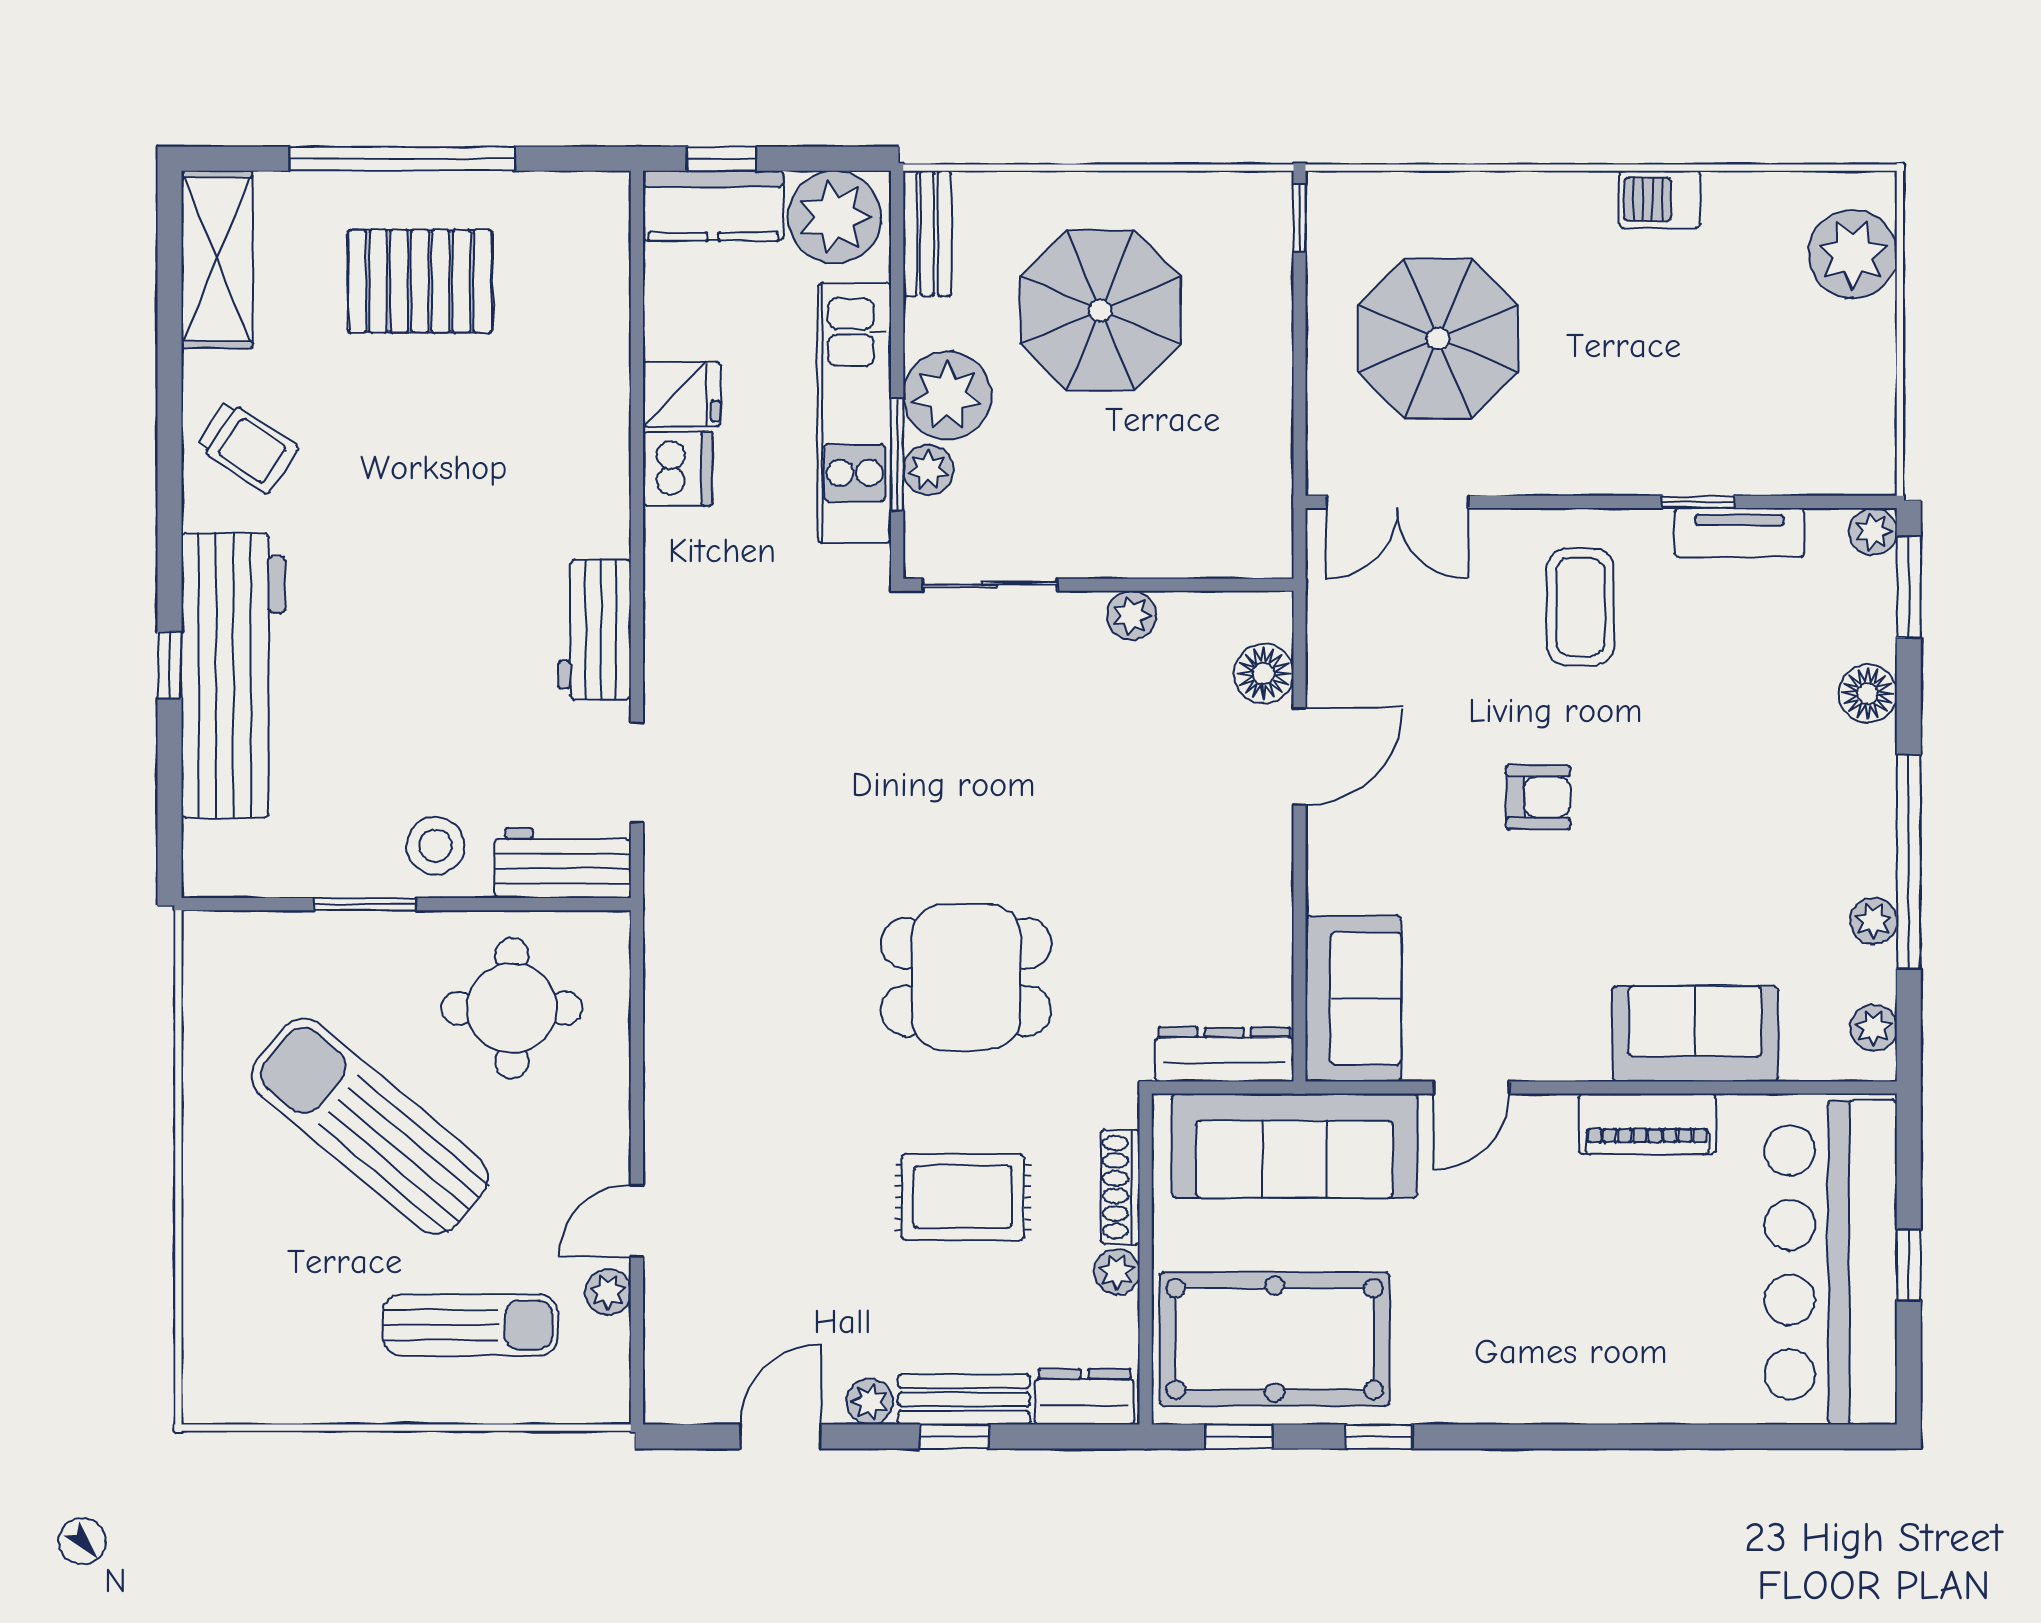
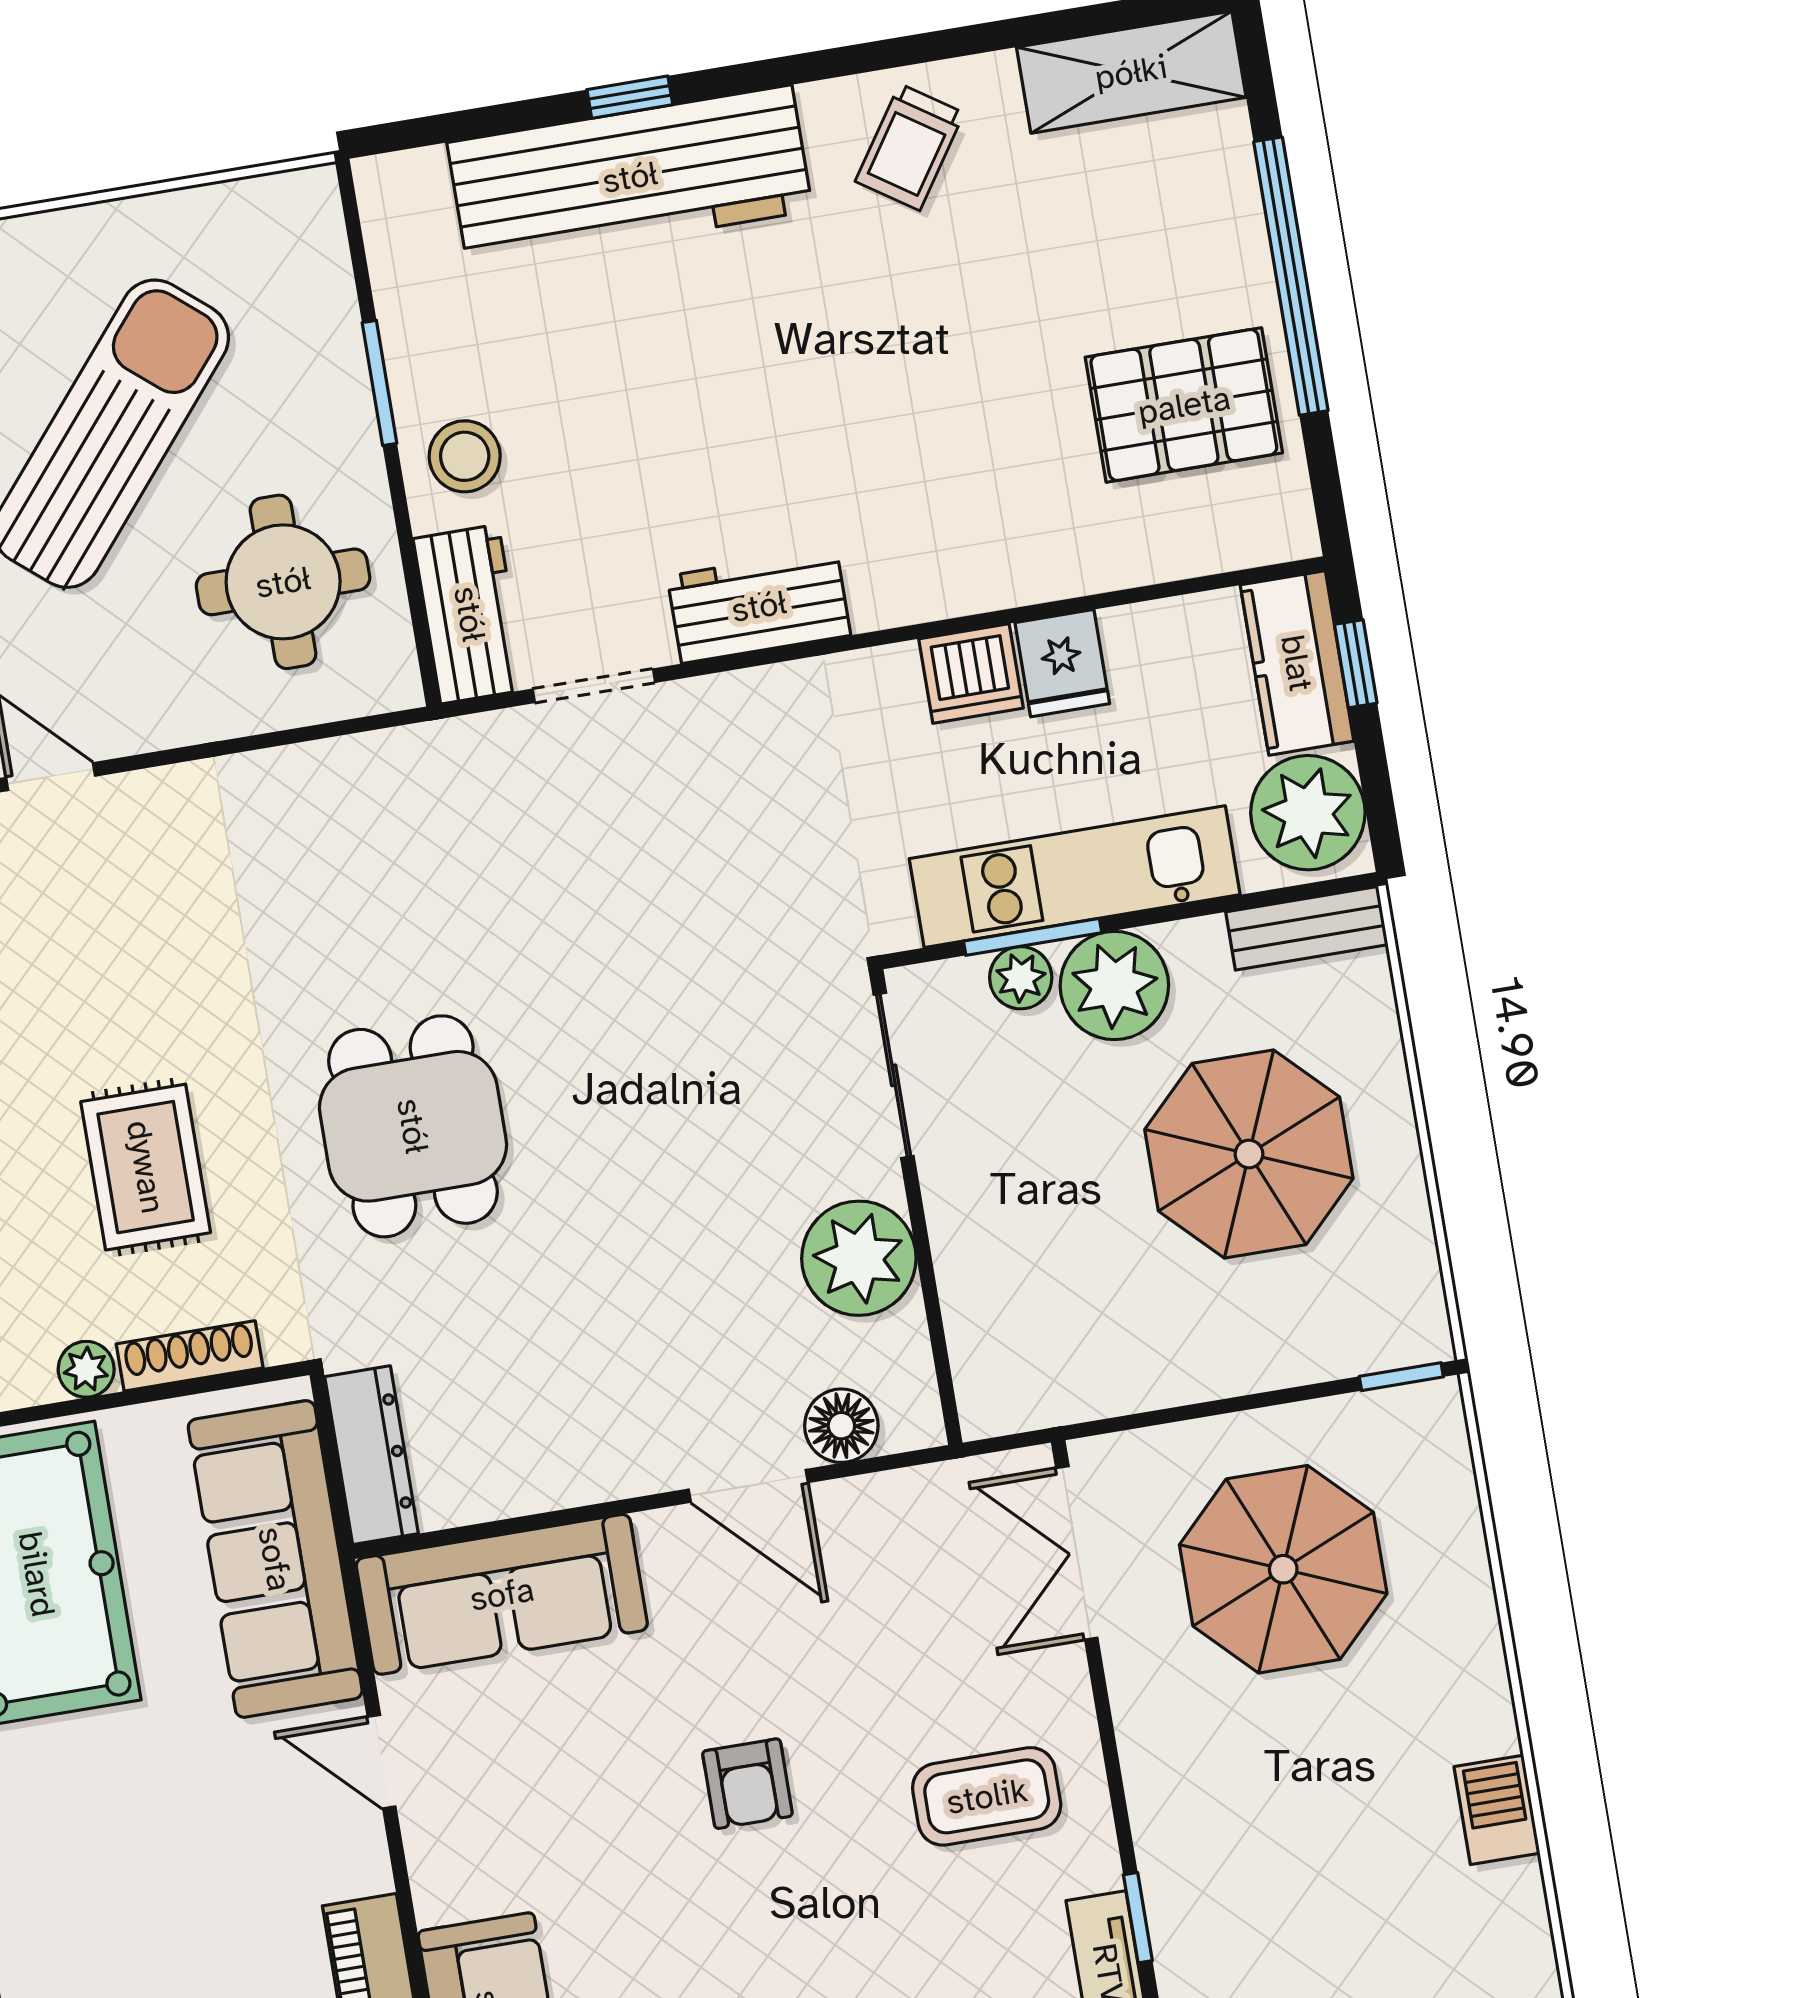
pallet: (420, 281) -> (1184, 405), moved, turned 90
plant: (1132, 615) -> (859, 1258), width x1.87, depth x1.87
sofa: (1353, 999) -> (502, 1594), width x1.36

